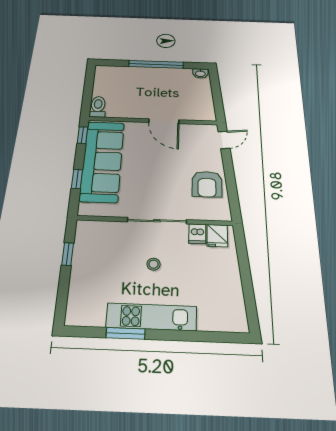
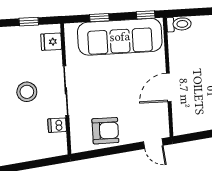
armchair: (207, 184) -> (105, 131), turned 180
fridge: (217, 236) -> (51, 42), moved
stool: (154, 264) -> (27, 92), width x1.89, depth x1.89

